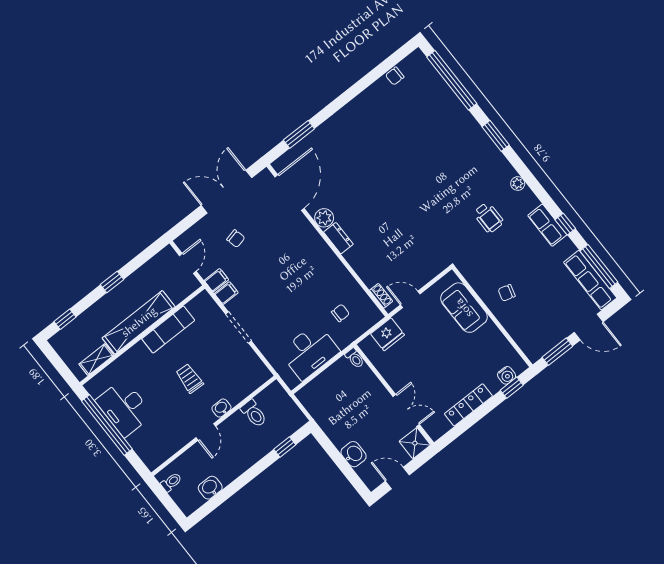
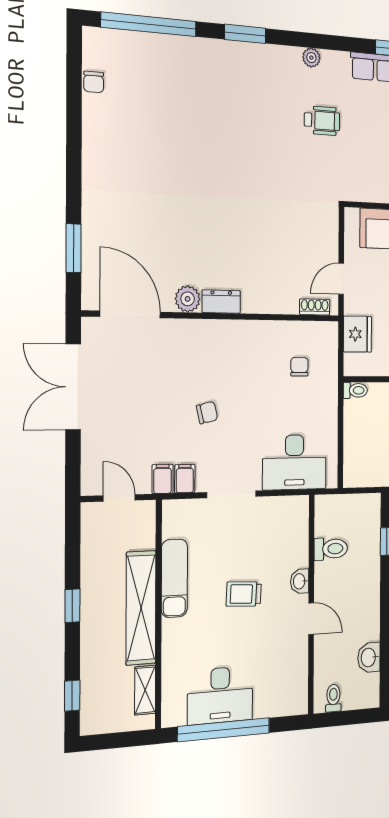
chair: (236, 239) -> (207, 413), moved
desk: (310, 352) -> (294, 462), moved, turned 90

